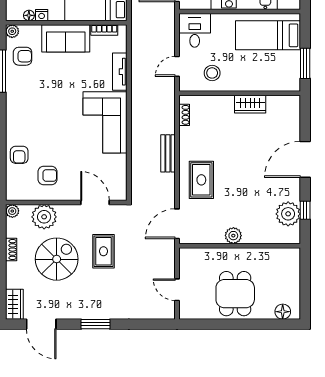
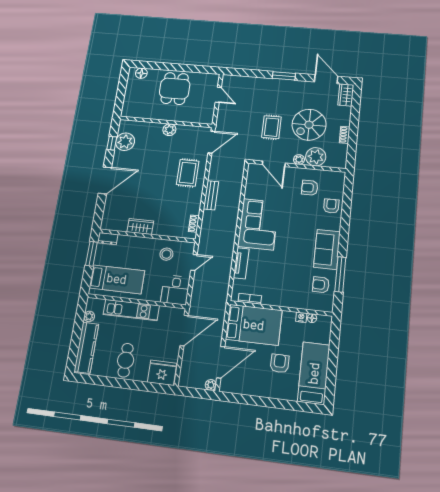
plant: (12, 31) -> (328, 306), removed
sofa: (66, 38) -> (327, 249), moved, turned -90
dresser: (288, 85) -> (108, 239), added
plant: (12, 211) -> (299, 160), moved

